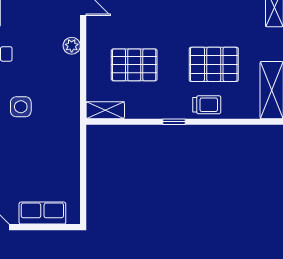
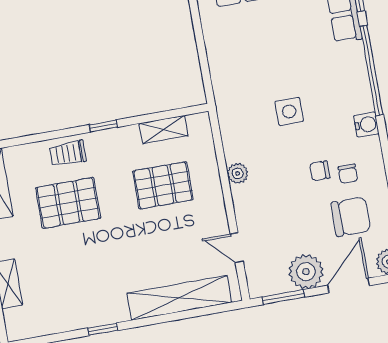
plant: (72, 46) -> (238, 173), moved
shelving: (105, 110) -> (164, 129), moved

